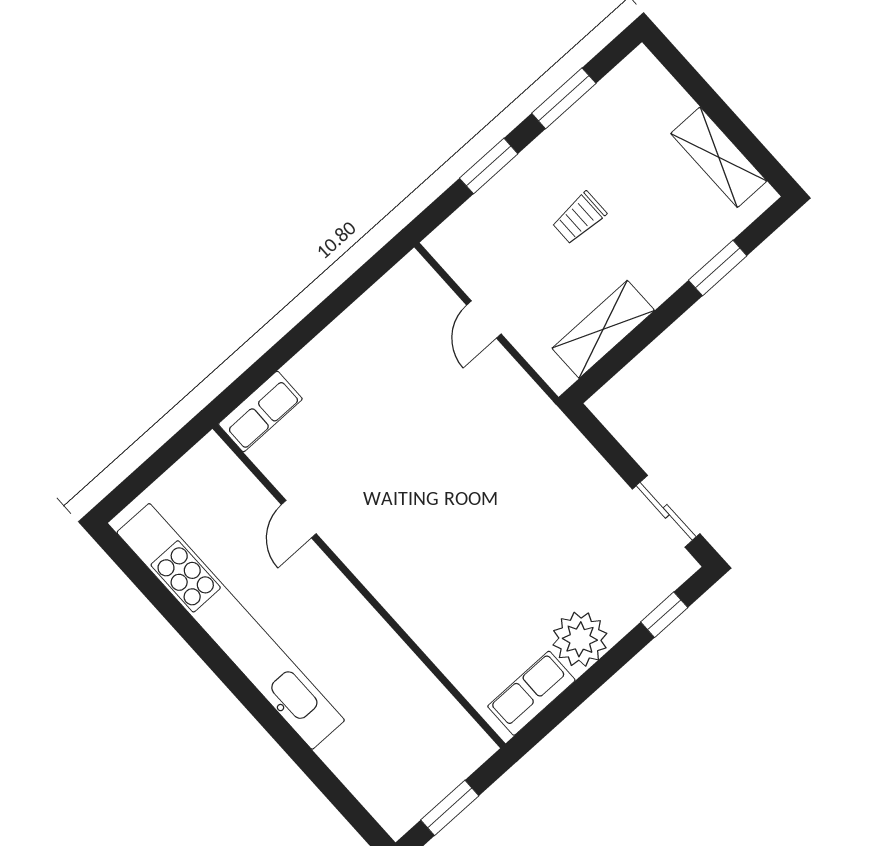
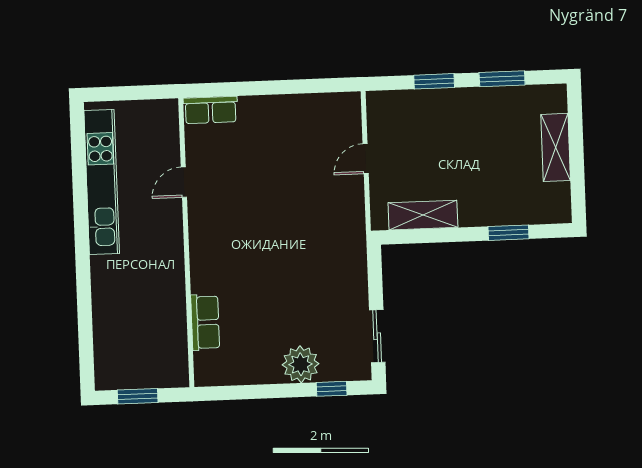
shelving: (719, 157) -> (556, 147), moved
trolley: (579, 218) -> (459, 147), removed
kitchen unit: (231, 626) -> (102, 182), width x0.73
plant: (580, 639) -> (301, 364), moved
row of seats: (531, 693) -> (205, 322), moved, turned 90

